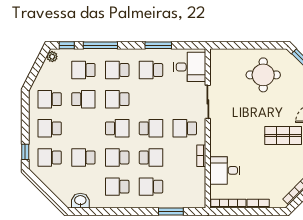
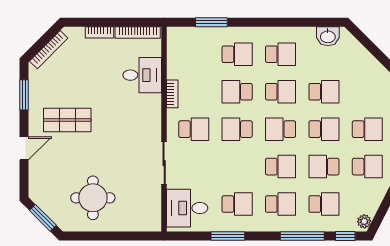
school desk: (50, 157) -> (324, 129), moved

